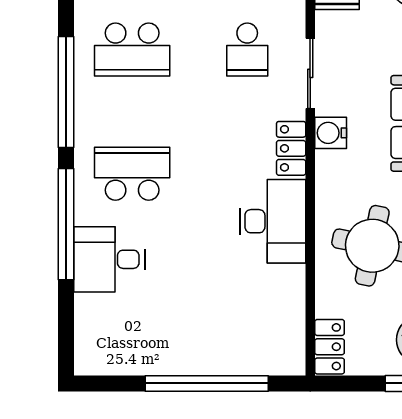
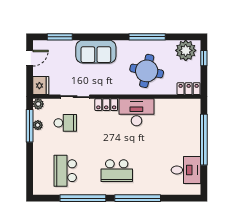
school desk: (132, 50) -> (65, 171), turned 180
water cooler: (331, 133) -> (100, 88), removed
school desk: (132, 174) -> (117, 171), turned -90
desk: (109, 259) -> (186, 170), moved, turned -90

